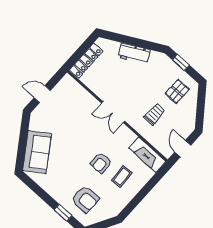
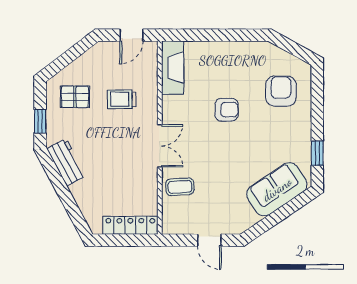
workbench: (134, 54) -> (66, 162), moved
coffee table: (122, 177) -> (180, 187), moved
window: (63, 213) -> (317, 153), moved

